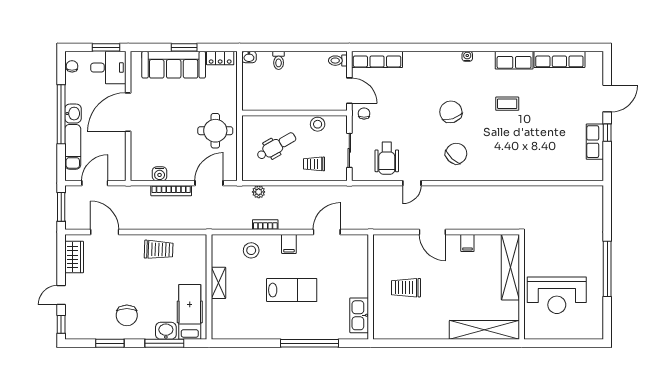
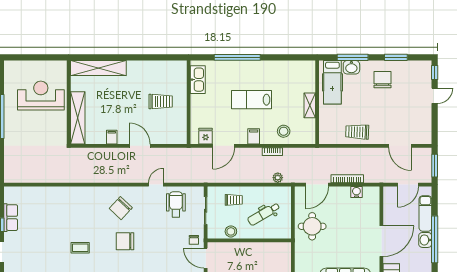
chair: (451, 112) -> (125, 241), turned 108
fridge: (349, 244) -> (206, 136), added
wardrobe: (74, 257) -> (424, 126), removed

